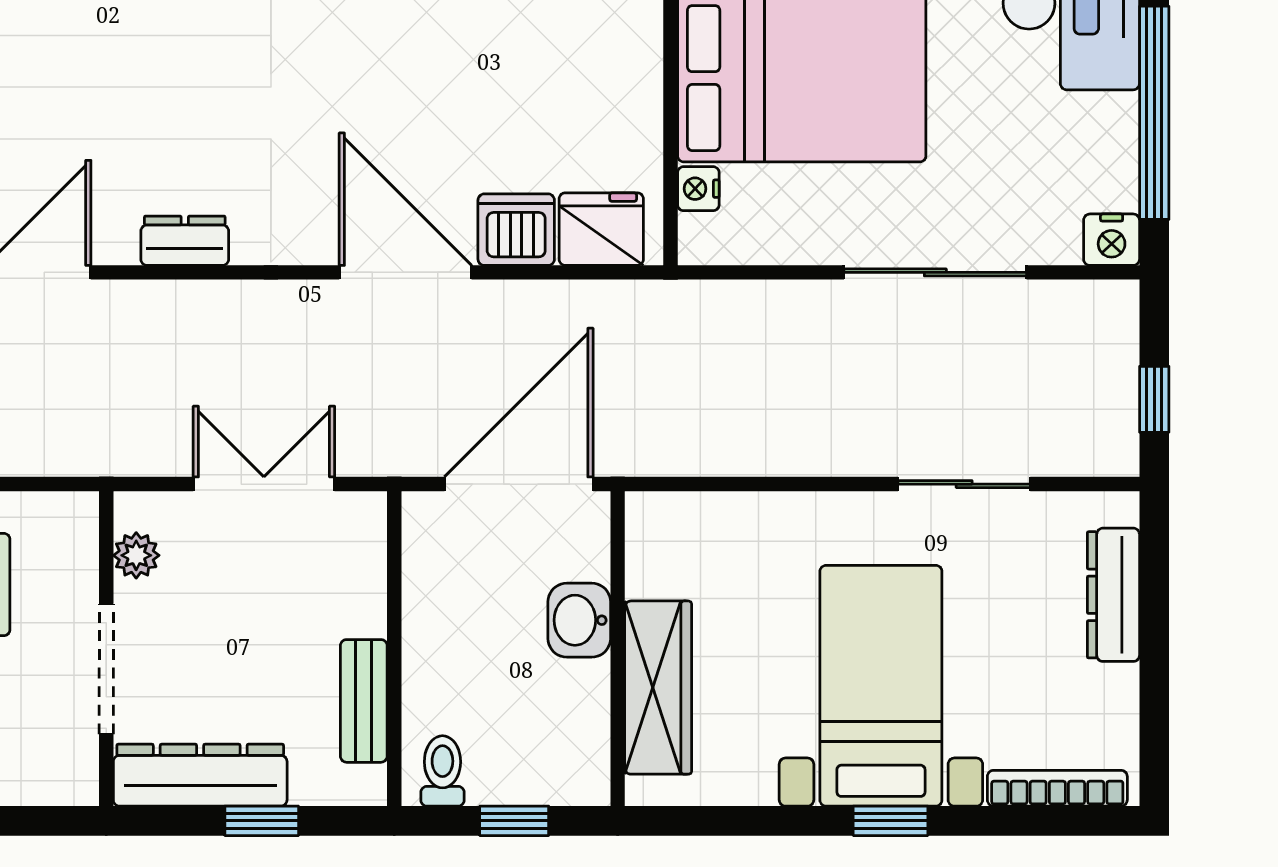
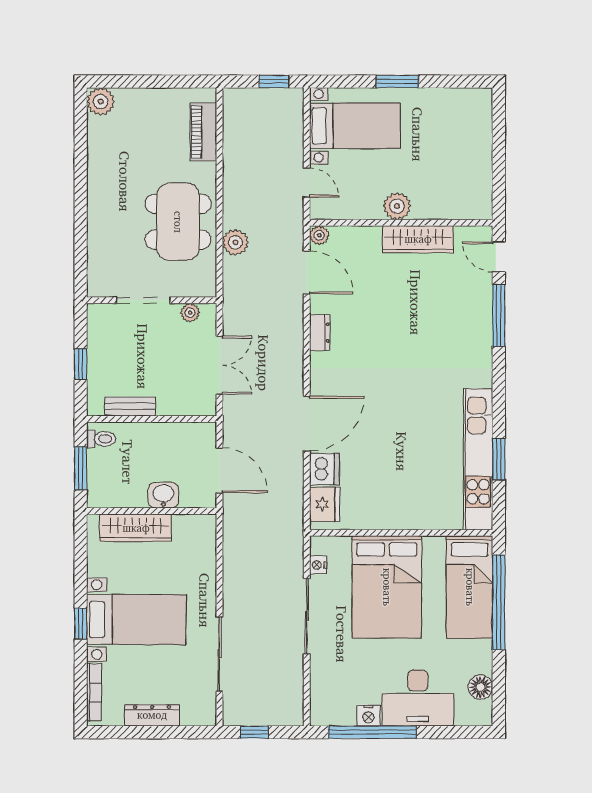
nightstand: (698, 189) -> (318, 565), moved, turned -90
nightstand: (1112, 240) -> (368, 716), moved, turned -90
sliding door: (935, 272) -> (307, 616), moved
door: (519, 484) -> (219, 470), width x0.73
sliding door: (964, 484) -> (219, 654), width x1.37
dresser: (1113, 595) -> (152, 715), moved
dresser: (200, 775) -> (99, 339), removed
window: (514, 821) -> (81, 468), width x1.50

